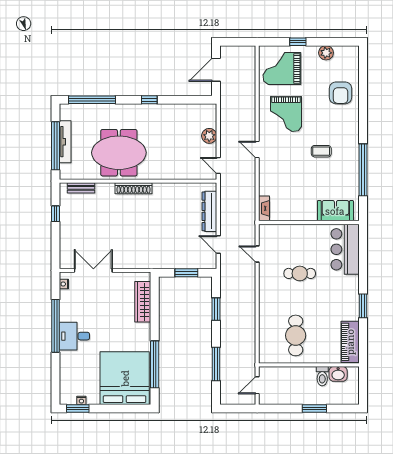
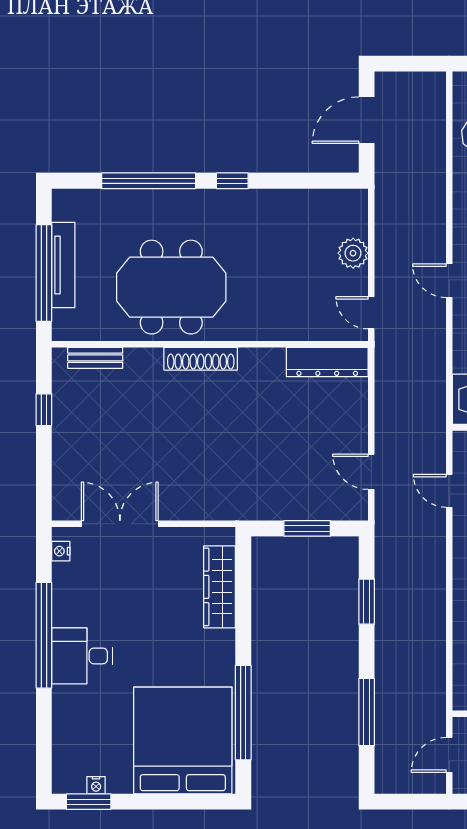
window: (92, 100) -> (149, 181), moved
dresser: (209, 211) -> (327, 362), moved, turned -90

